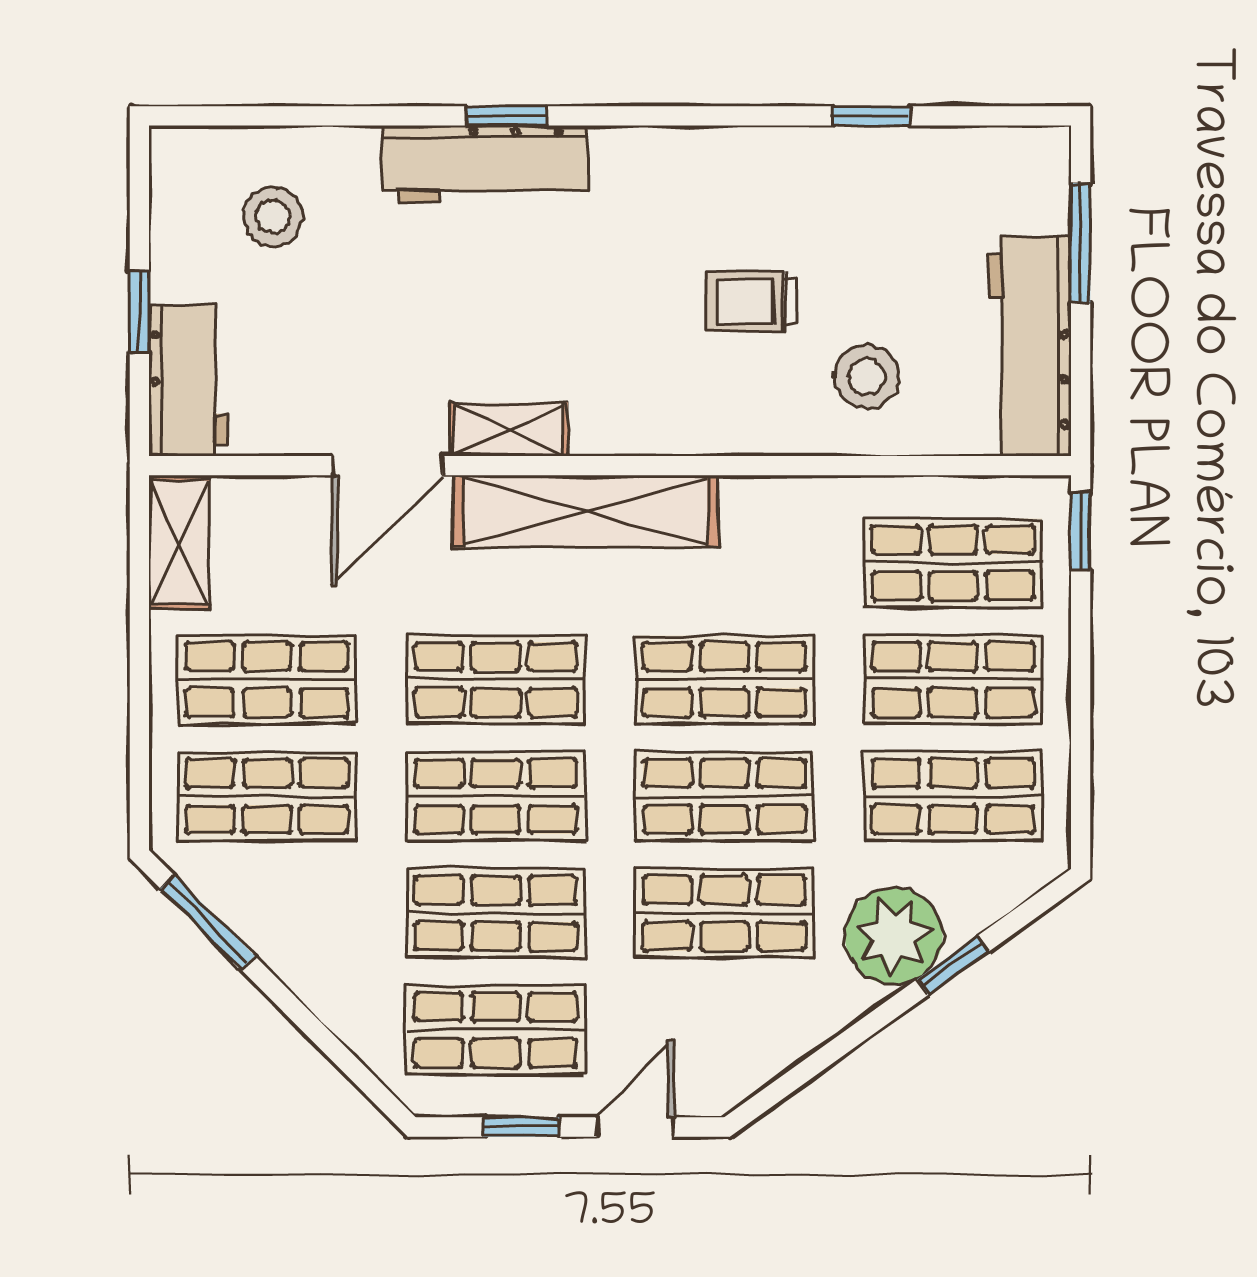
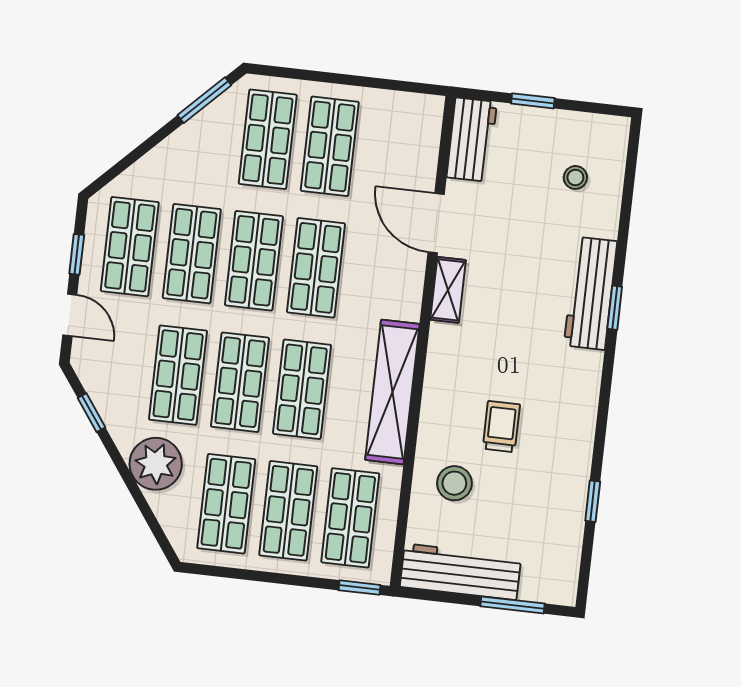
stool: (273, 217) -> (575, 177), width x0.73, depth x0.73
workbench: (188, 381) -> (472, 140), moved, turned -90
shelving: (586, 511) -> (392, 392), moved
shelving: (179, 542) -> (408, 108), removed
window: (953, 966) -> (92, 413), moved

